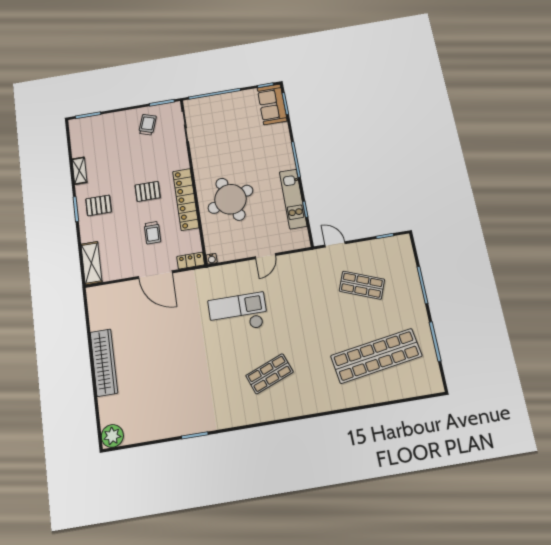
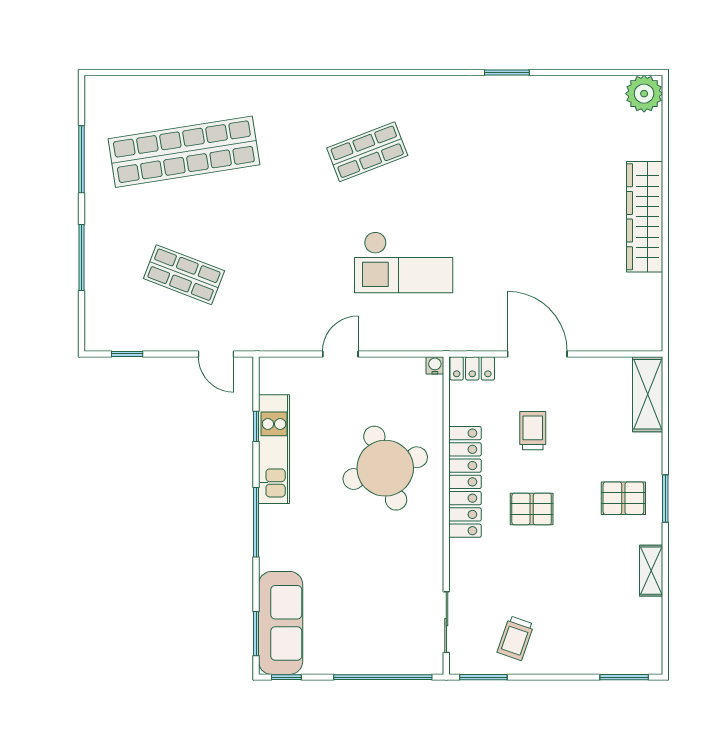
sofa: (272, 104) -> (281, 623), width x1.36

